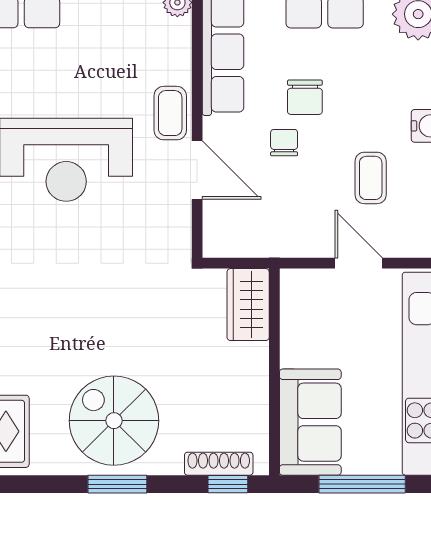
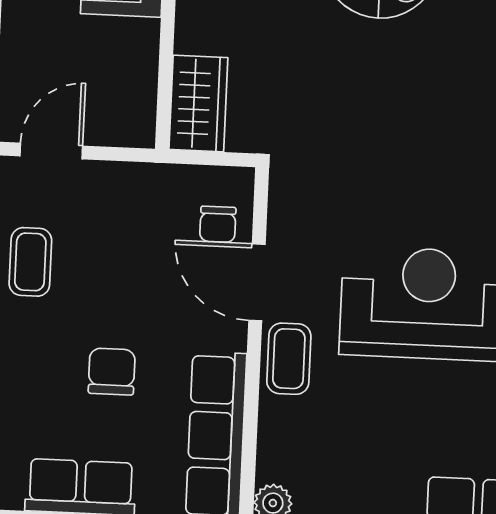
chair: (284, 143) -> (218, 224), moved
door: (359, 263) -> (51, 151), swing flipped

